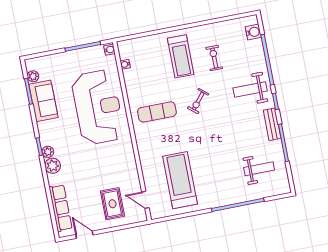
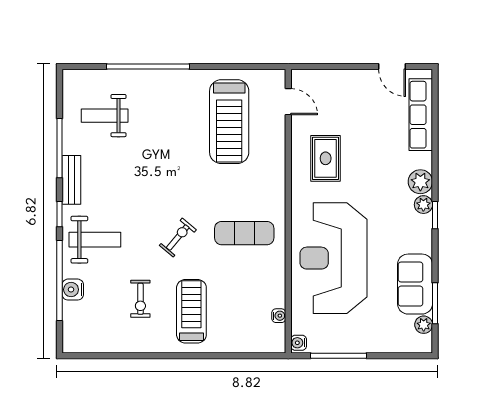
water cooler: (253, 32) -> (73, 290), moved
rug: (112, 204) -> (326, 158), moved

